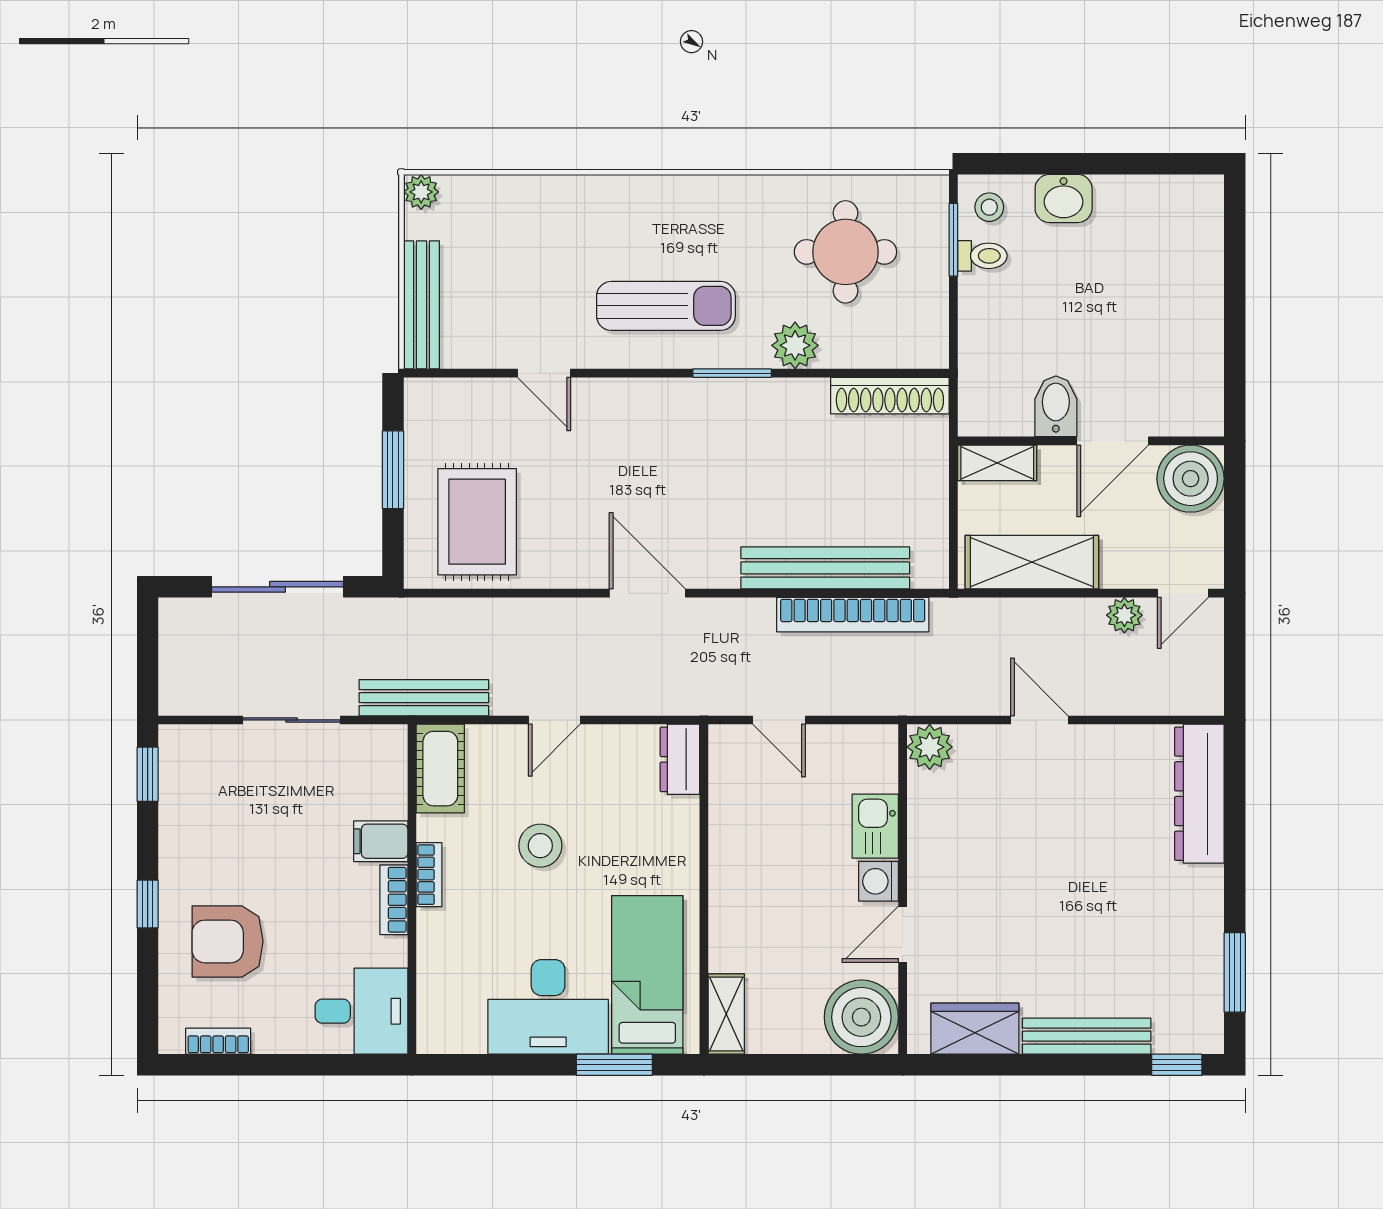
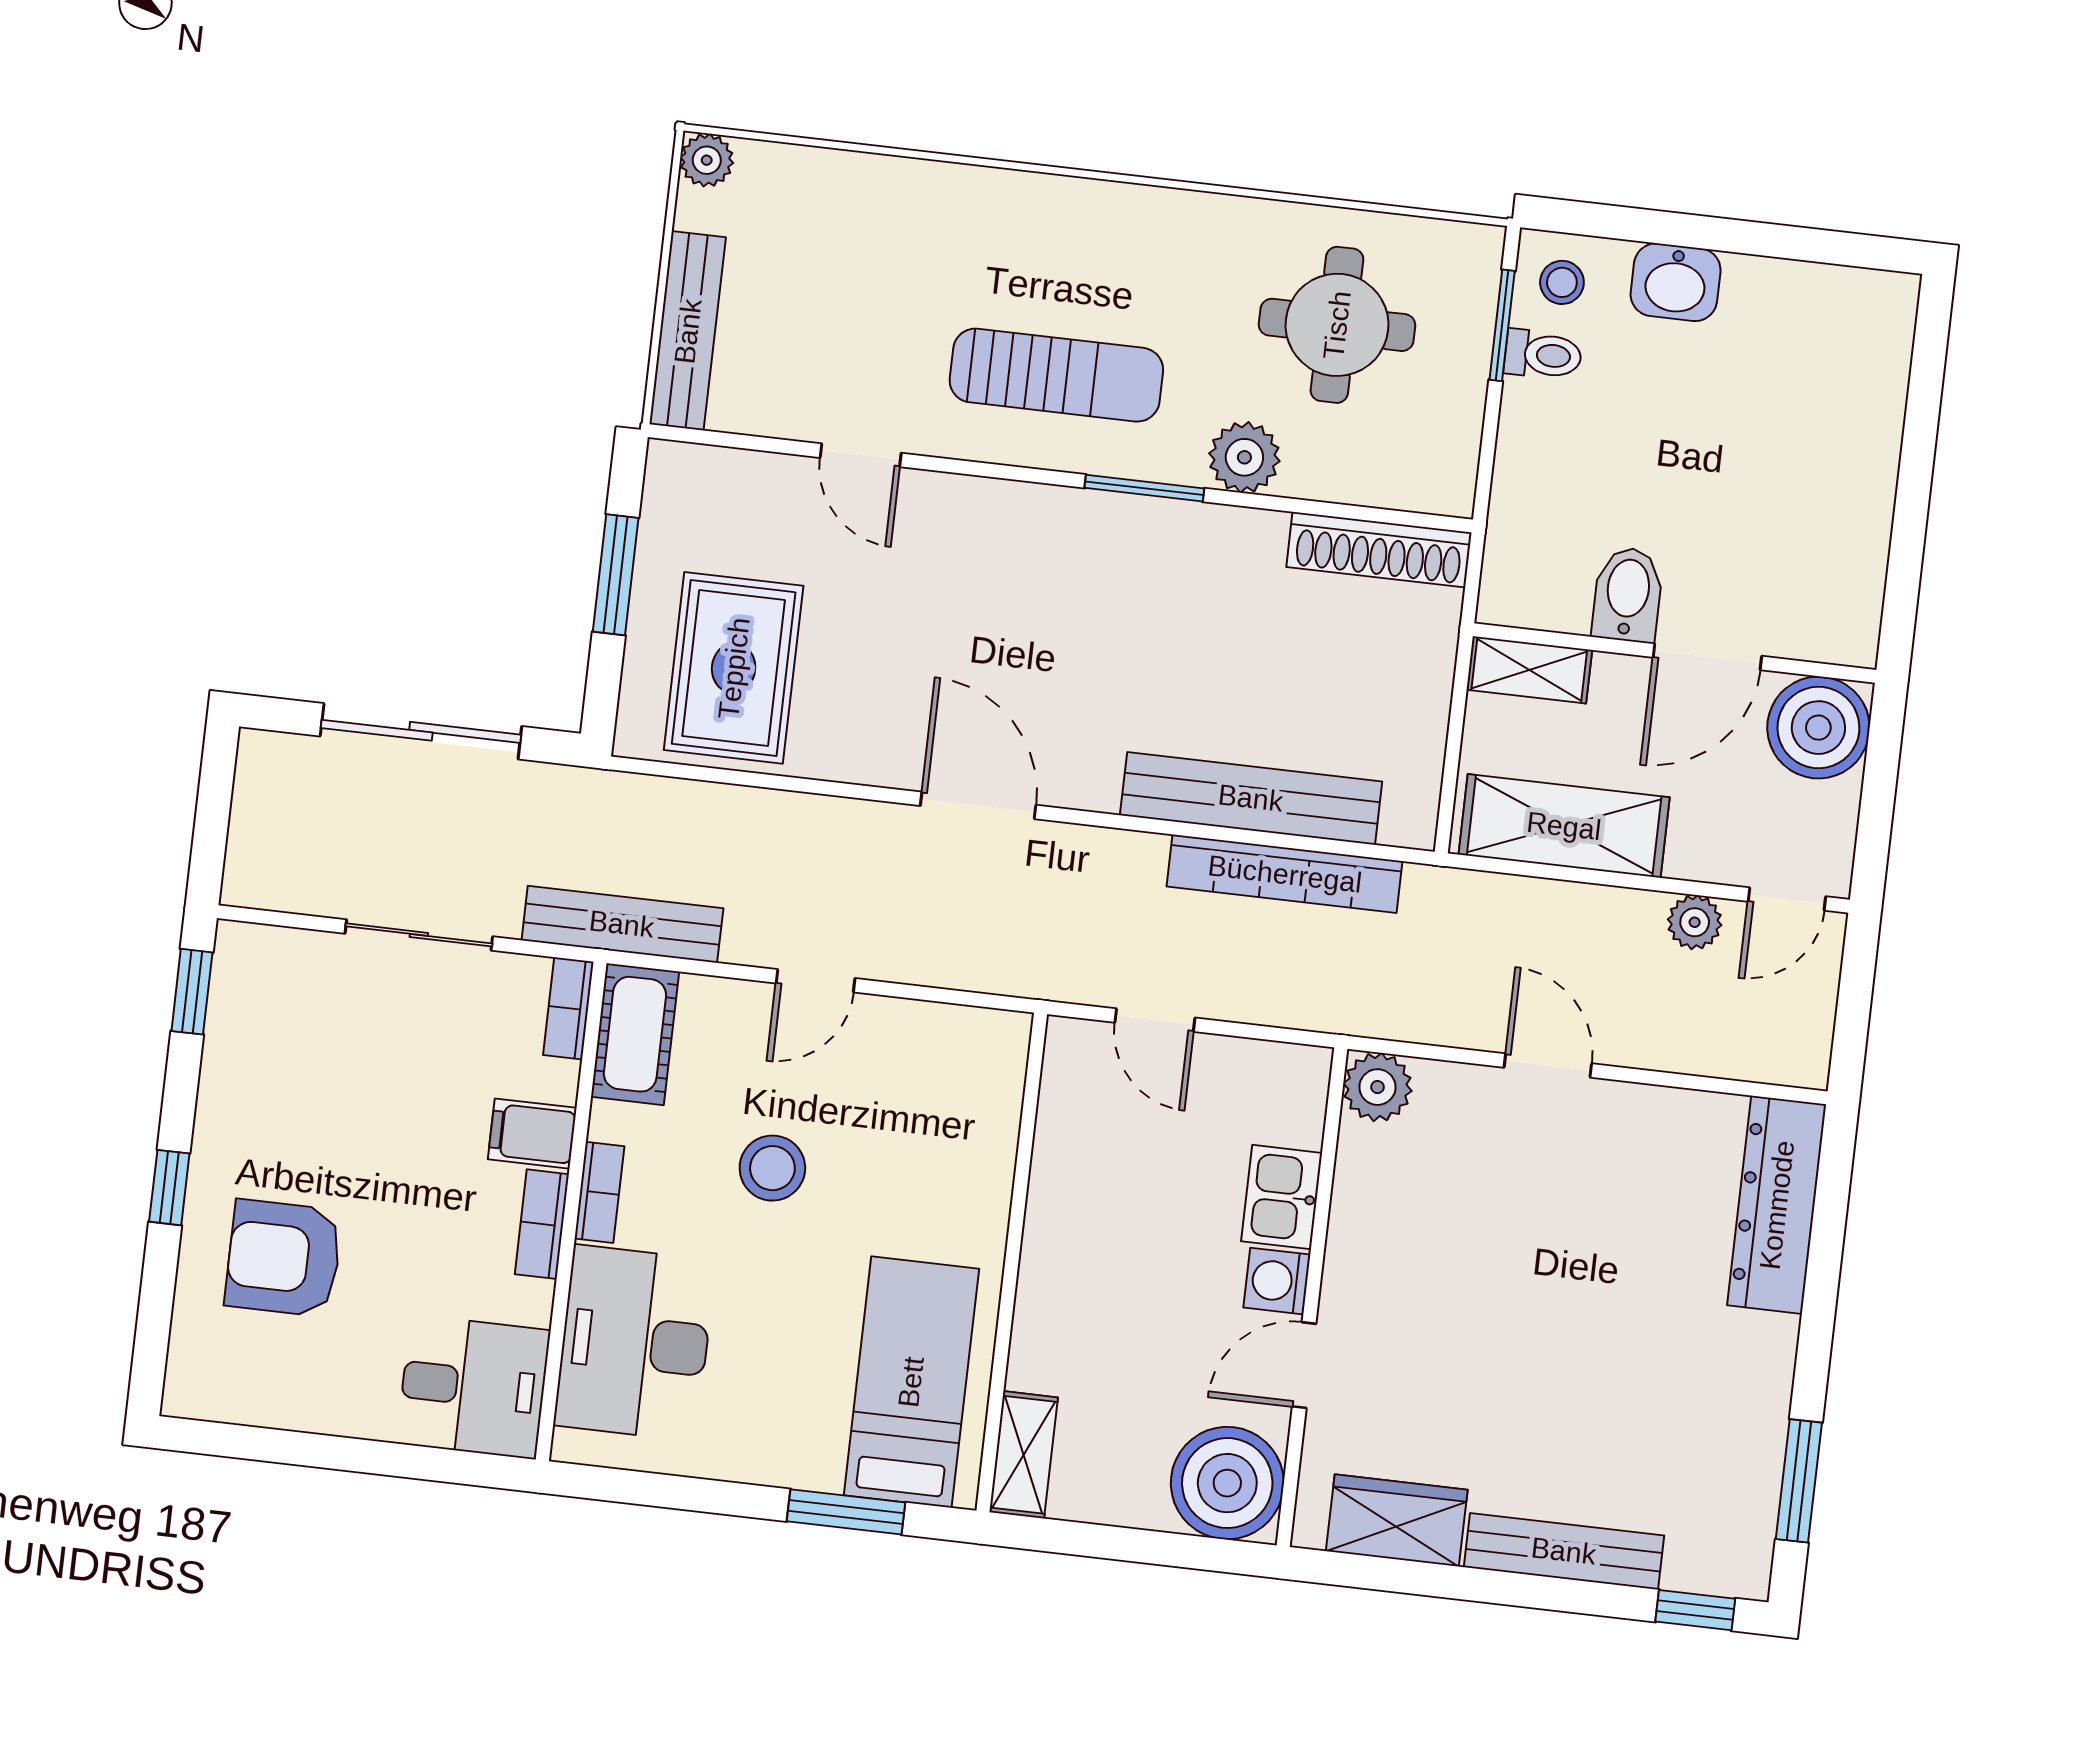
dresser: (680, 759) -> (998, 1062), removed
desk: (548, 1007) -> (635, 1343), moved, turned 90
bookcase: (218, 1041) -> (568, 1008), moved, turned -90

